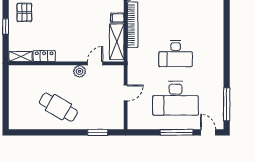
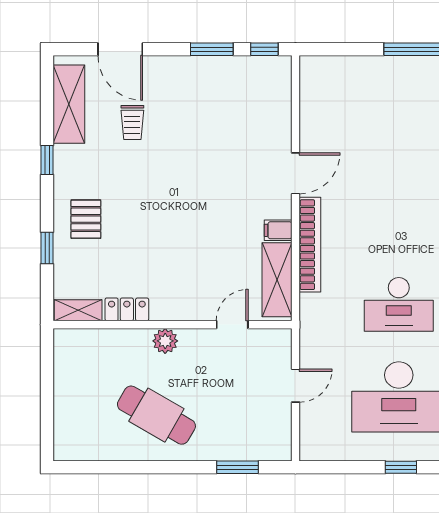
plant: (80, 71) -> (165, 341), moved
window: (177, 132) -> (401, 467), width x0.46

